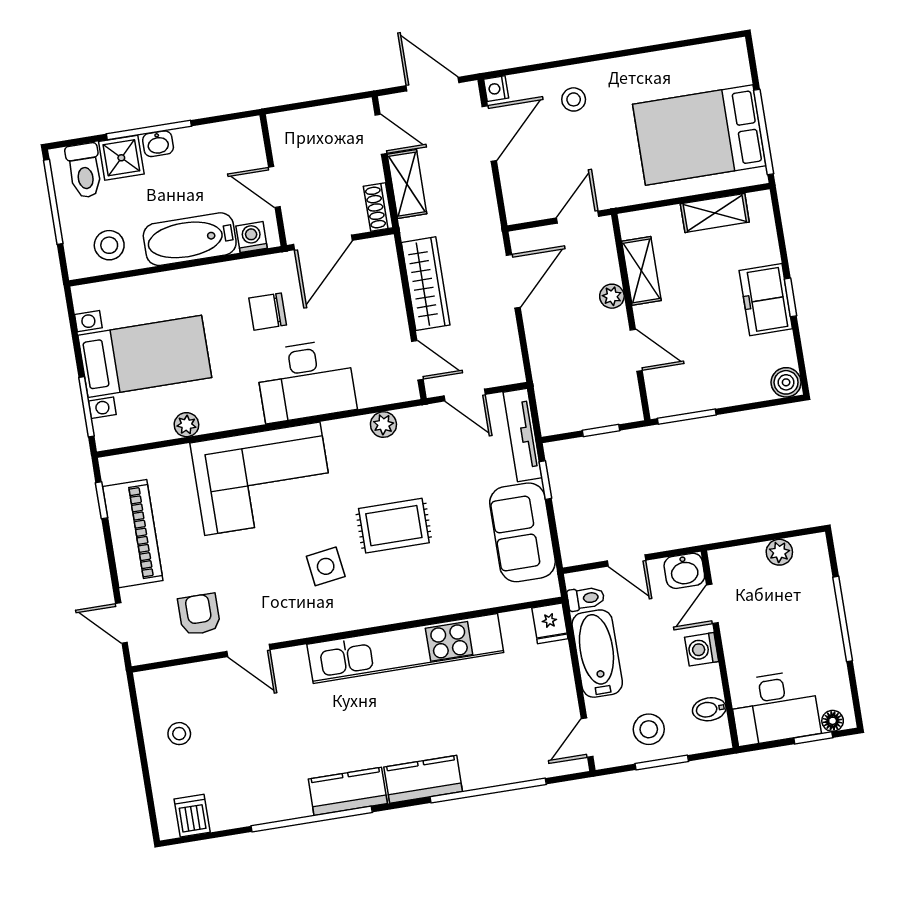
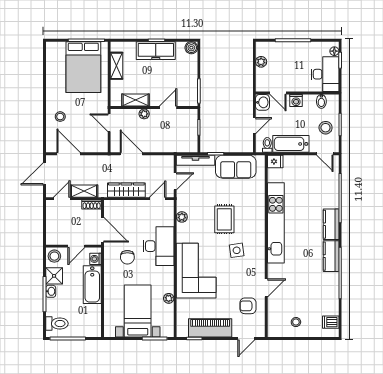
nightstand: (496, 89) -> (51, 148), removed
shower: (121, 158) -> (54, 276), moved
stool: (109, 245) -> (54, 256), moved
freezer: (766, 300) -> (156, 51), width x1.40

